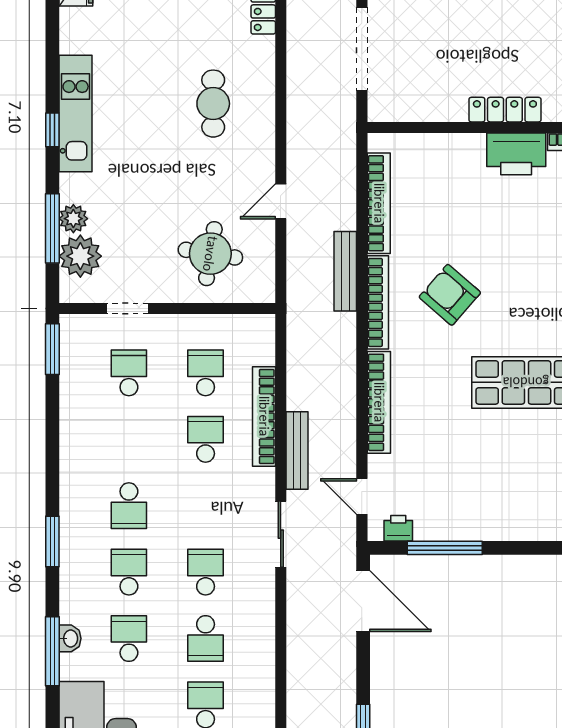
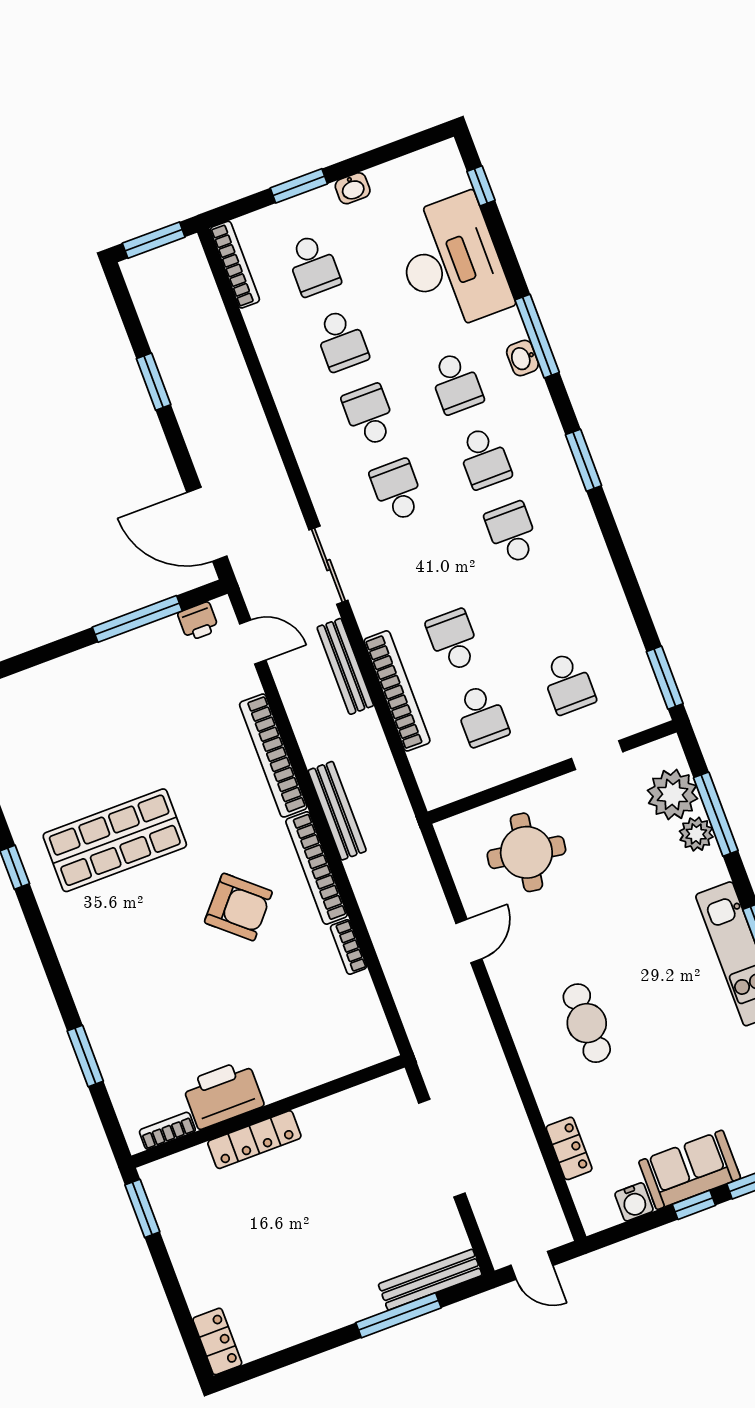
bookcase: (379, 203) -> (349, 947), width x0.43, depth x0.76
bench: (345, 271) -> (337, 811), moved
school desk: (206, 439) -> (453, 640), turned 180
school desk: (206, 572) -> (397, 490), turned 180

